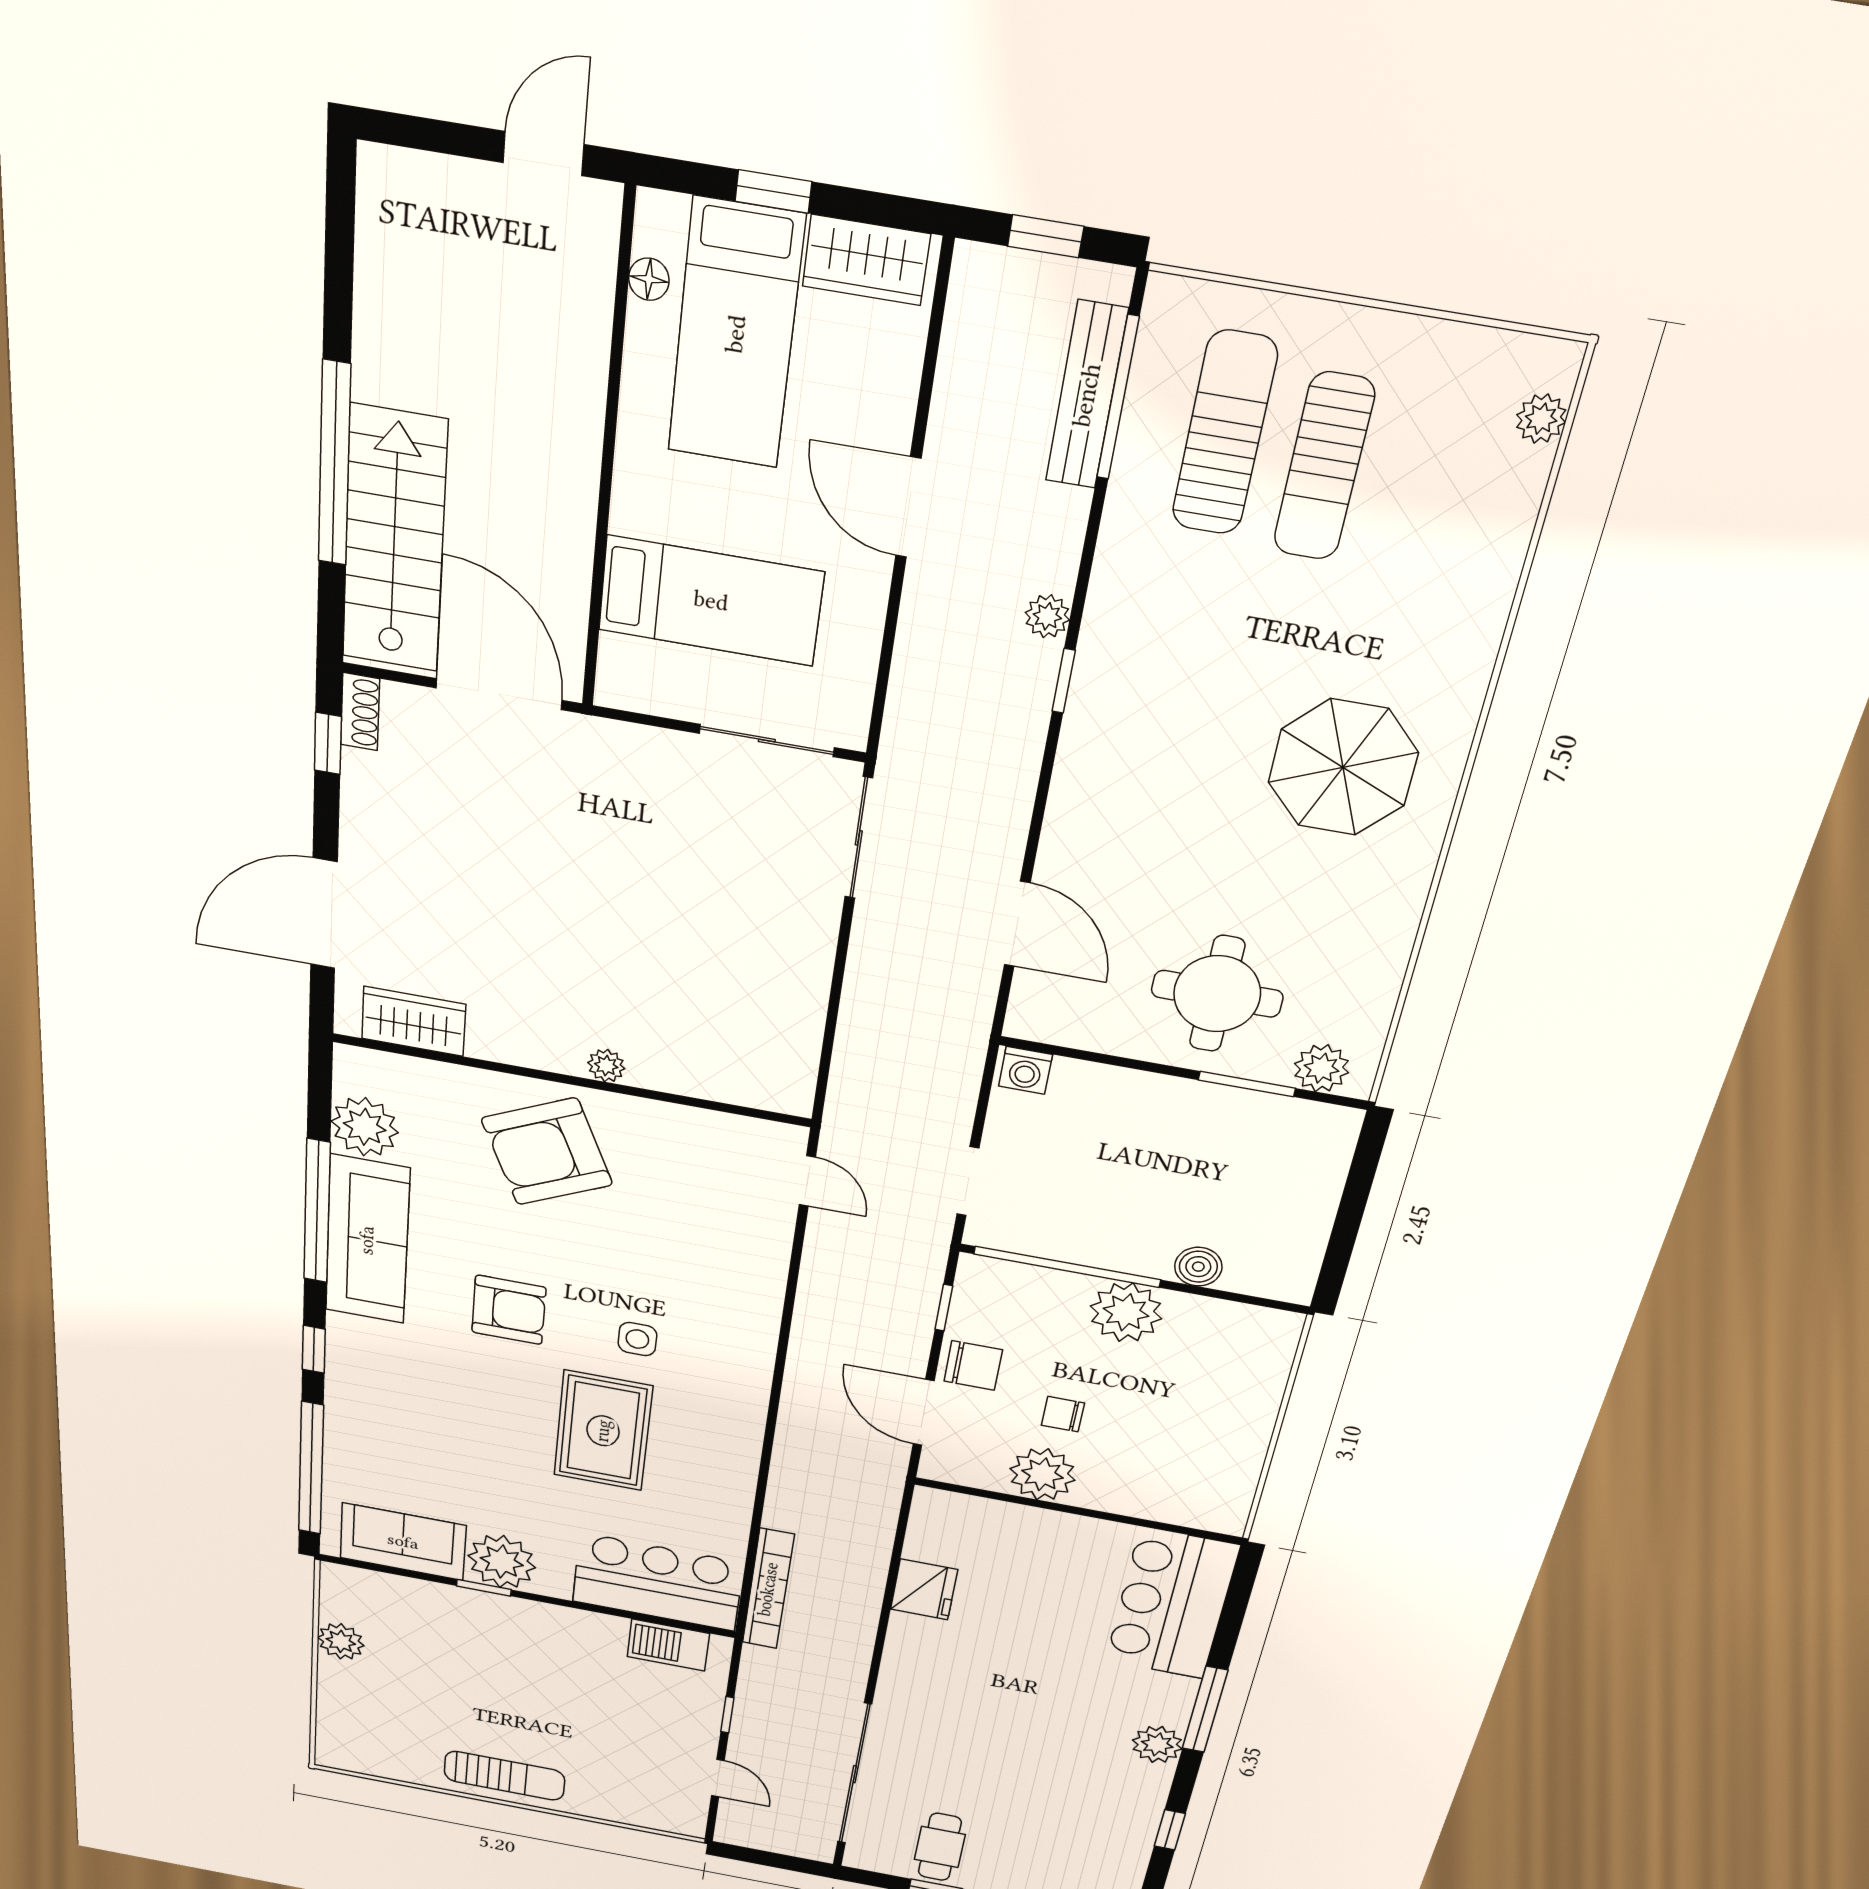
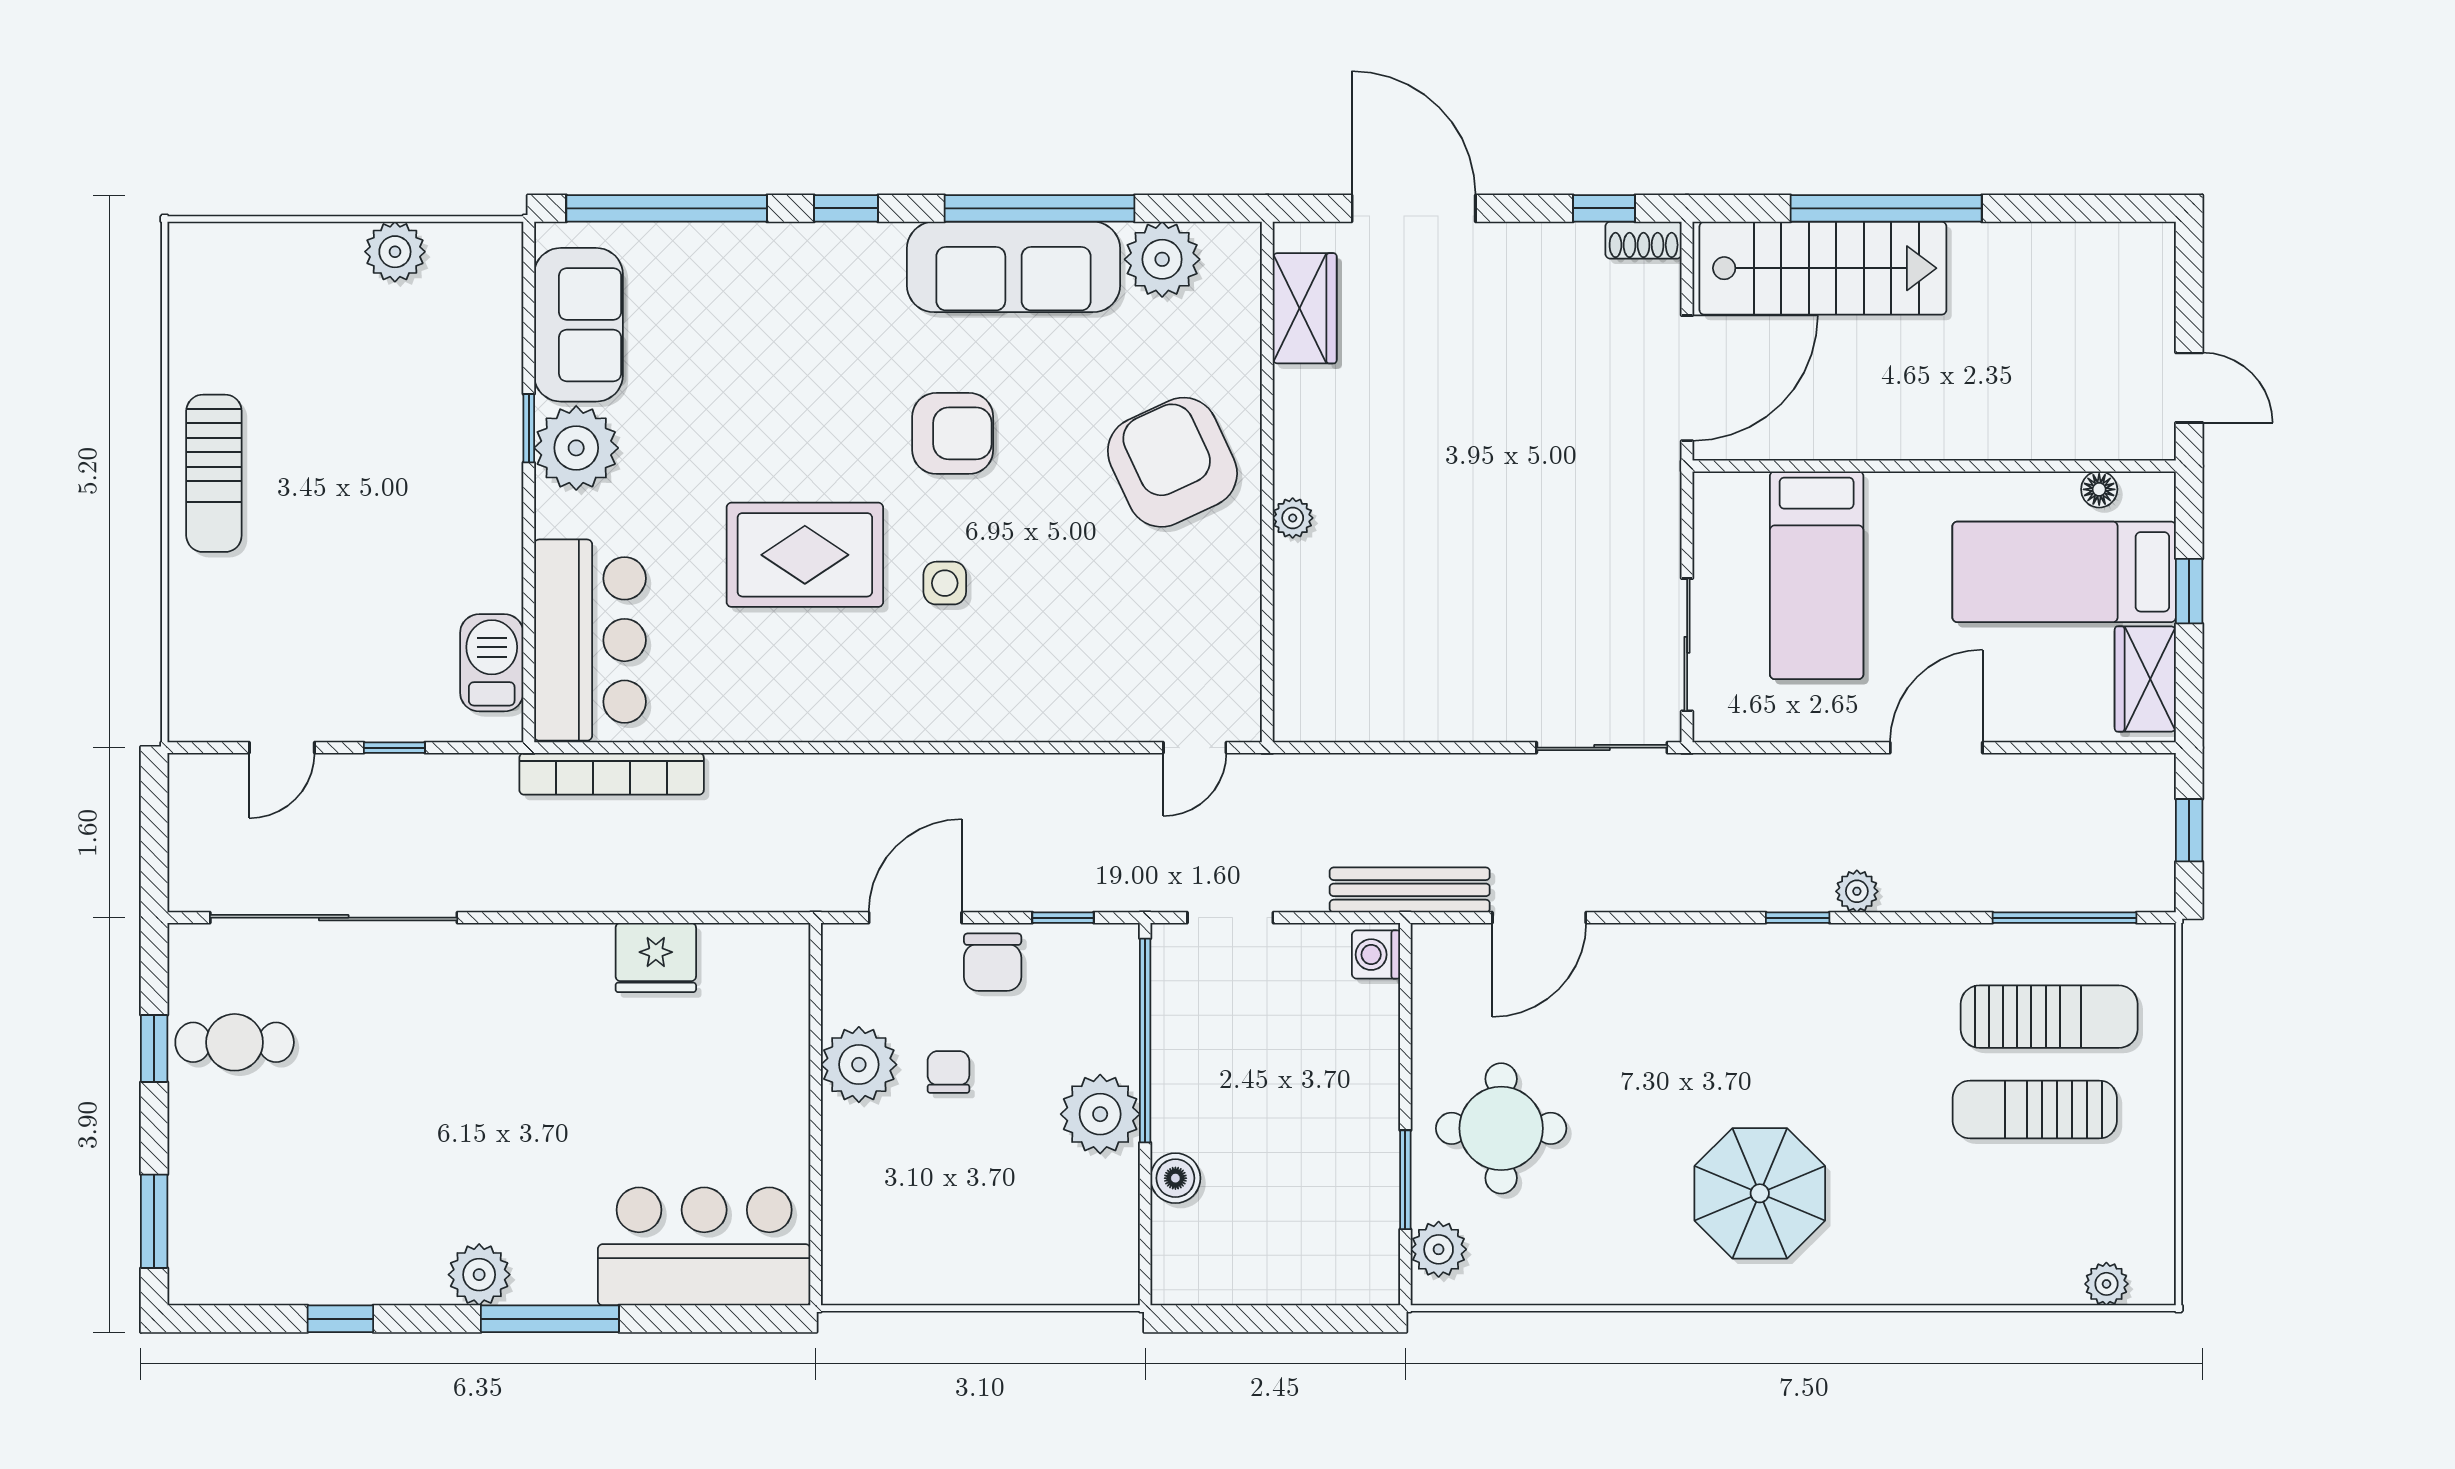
bench: (1087, 395) -> (1410, 890), moved
armchair: (509, 1310) -> (953, 433), turned -90

